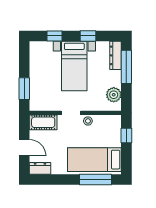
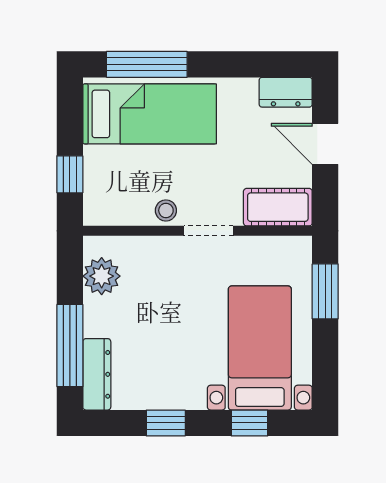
bed with nightstands: (74, 66) -> (260, 348), moved

